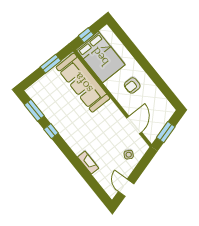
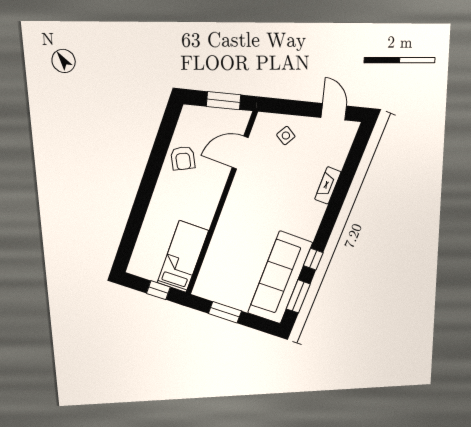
bed: (100, 57) -> (183, 257), width x0.67
sofa: (83, 83) -> (280, 278), moved, turned 180
armchair: (132, 85) -> (183, 158), moved, turned 63
door: (126, 188) -> (334, 112), swing flipped

